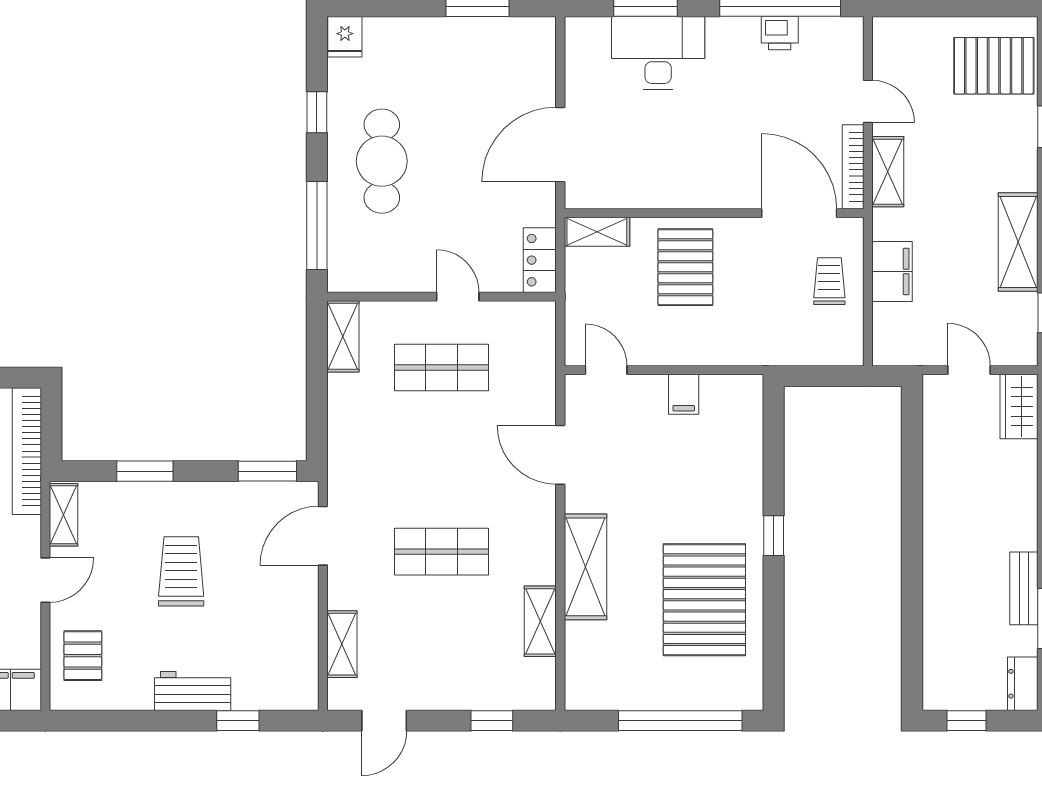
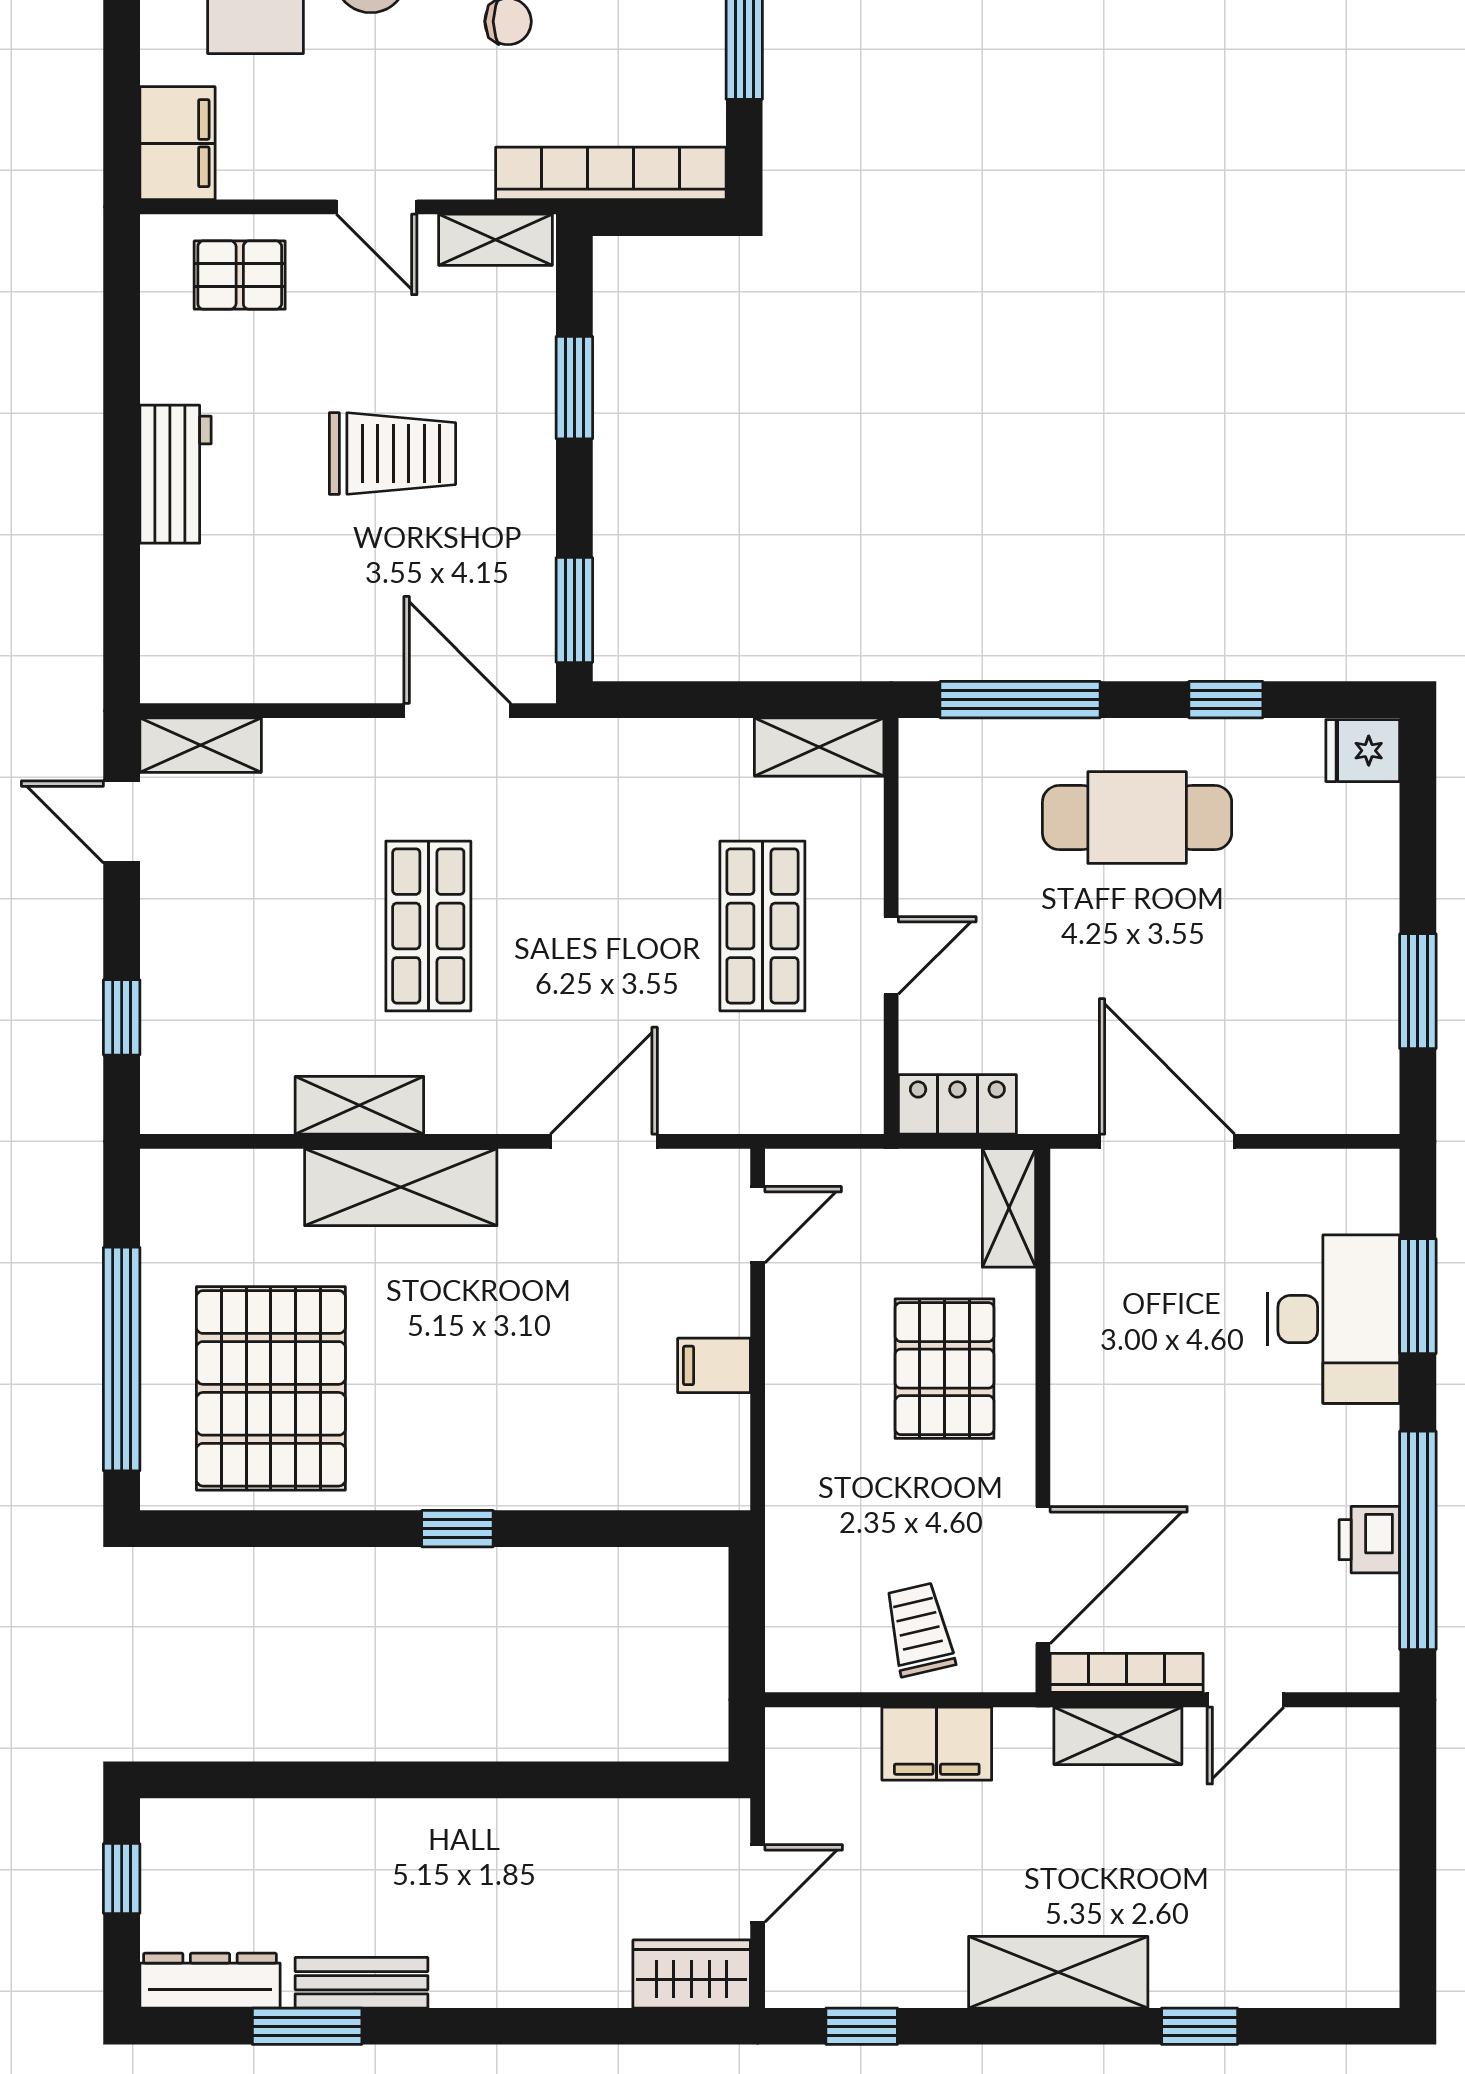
pallet: (994, 66) -> (1310, 1928), removed
shelving: (1018, 242) -> (1058, 1972), moved
pallet: (685, 267) -> (945, 1369), turned 90
trolley: (829, 281) -> (919, 1630), turned -103
pallet: (704, 600) -> (271, 1388), moved, turned 90
shelving: (540, 621) -> (359, 1105), moved
shelving: (342, 644) -> (201, 745), moved
dresser: (1023, 684) -> (210, 1981), width x1.44
window: (238, 721) -> (122, 556), removed

